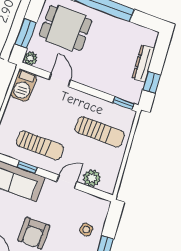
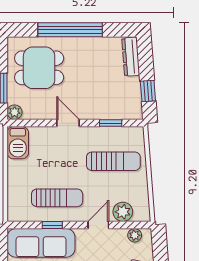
dresser: (143, 63) -> (131, 57), moved
door: (60, 80) -> (68, 123), moved
window: (123, 103) -> (111, 123), moved
plant: (95, 202) -> (135, 235), added

